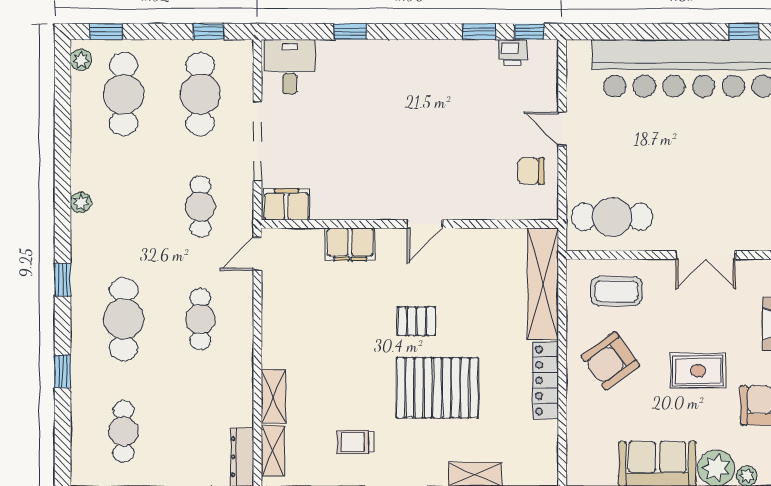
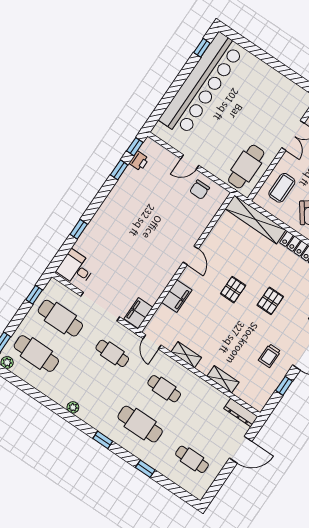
pallet: (437, 388) -> (270, 301), width x0.49, depth x0.50
shelving: (273, 451) -> (186, 355), moved

